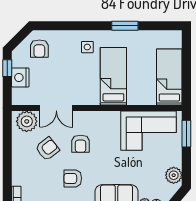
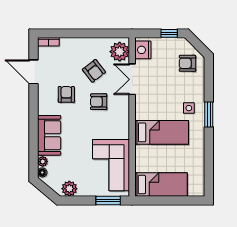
window: (125, 26) -> (209, 114), moved
nightstand: (20, 77) -> (143, 50), moved, turned -90

